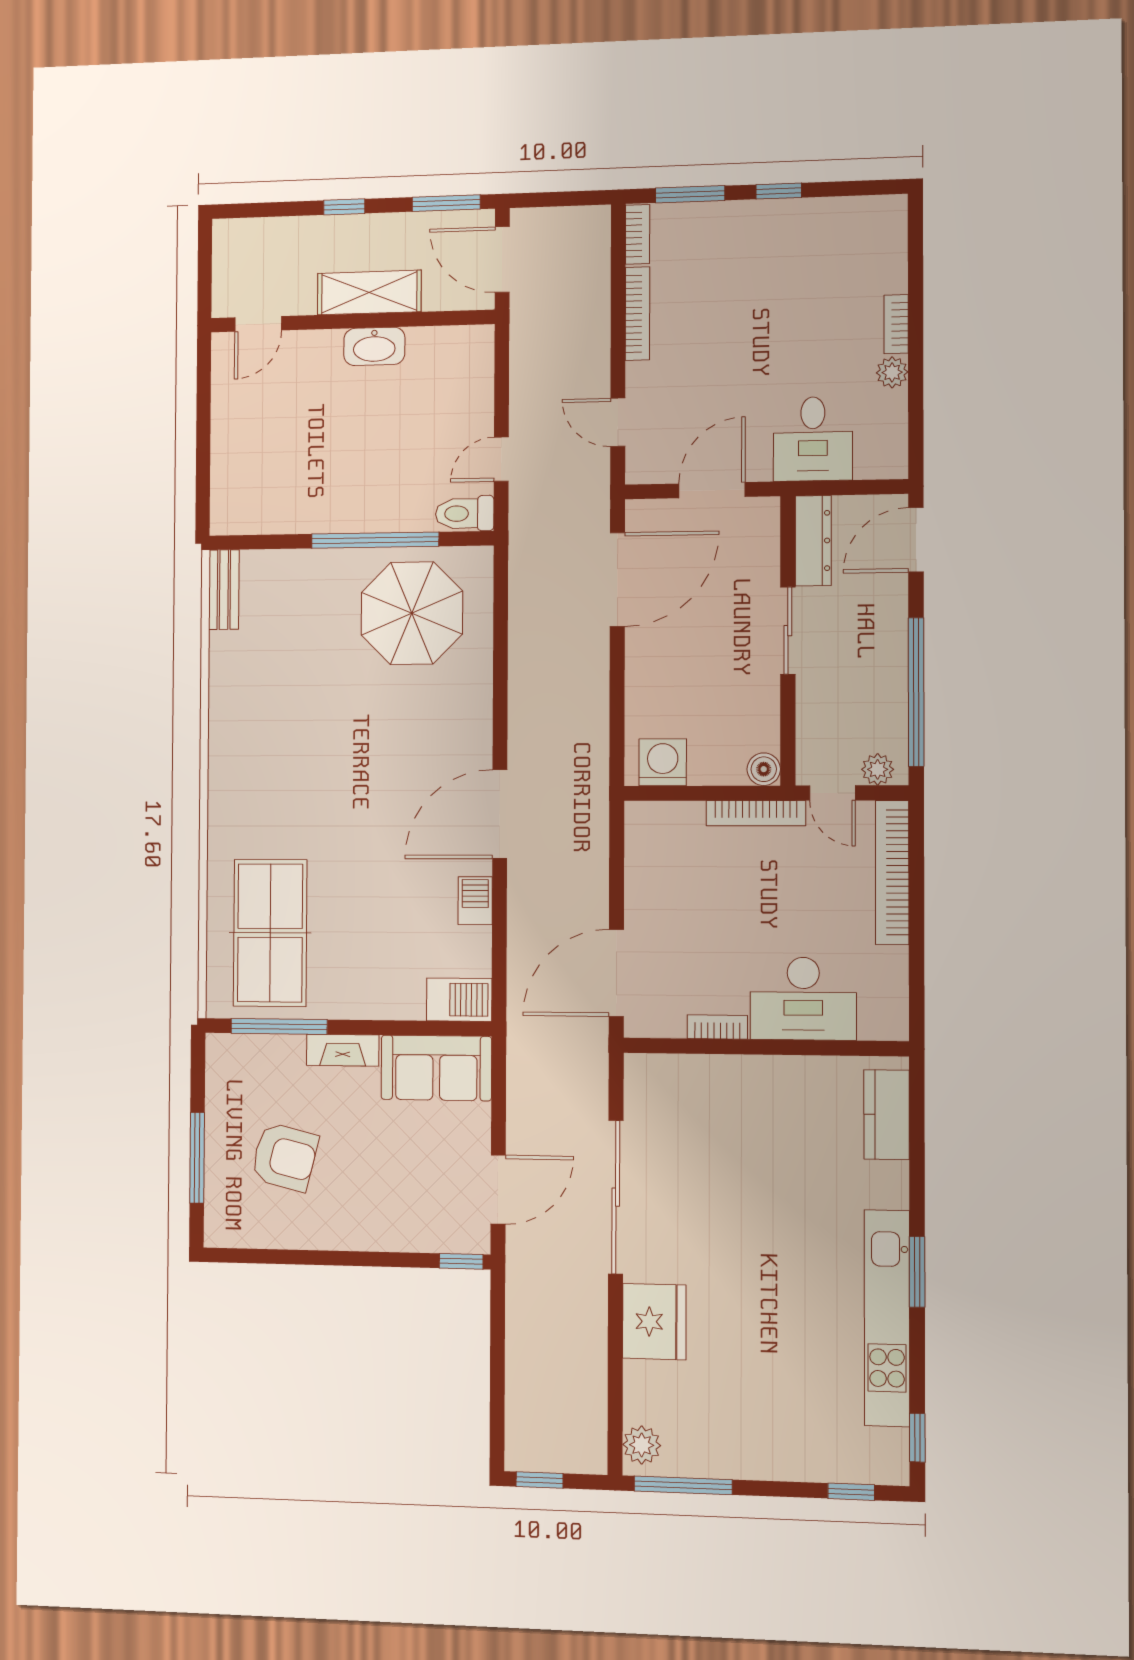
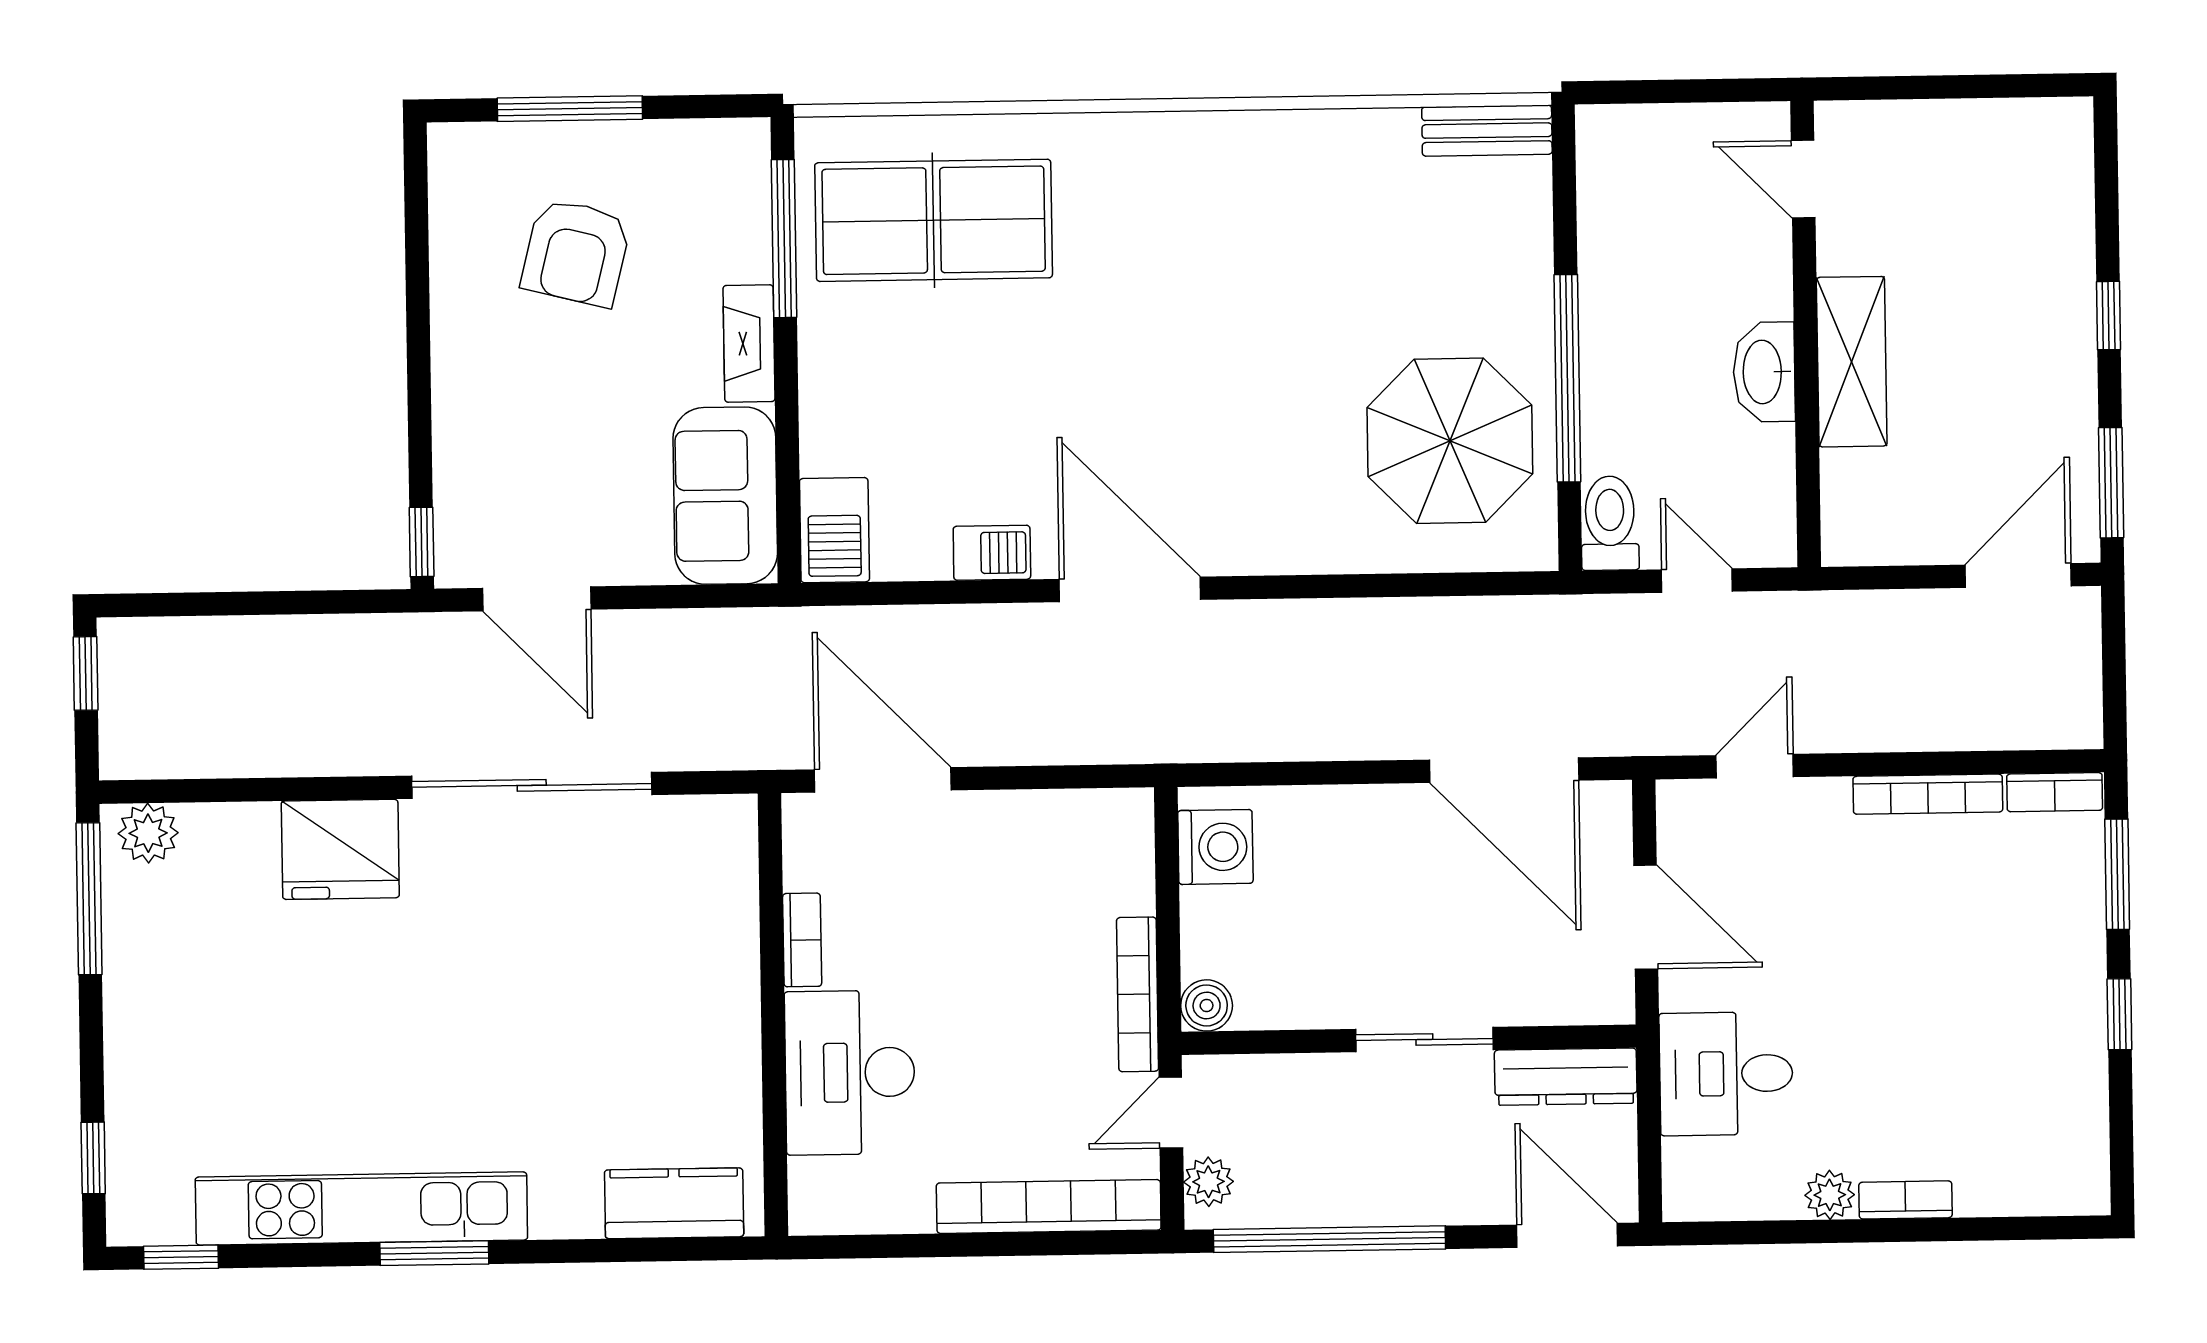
shelving: (369, 293) -> (1852, 362), moved
wall: (352, 321) -> (1806, 334), moved
door: (258, 324) -> (1803, 179), moved
washbasin: (374, 346) -> (1764, 372), moved

